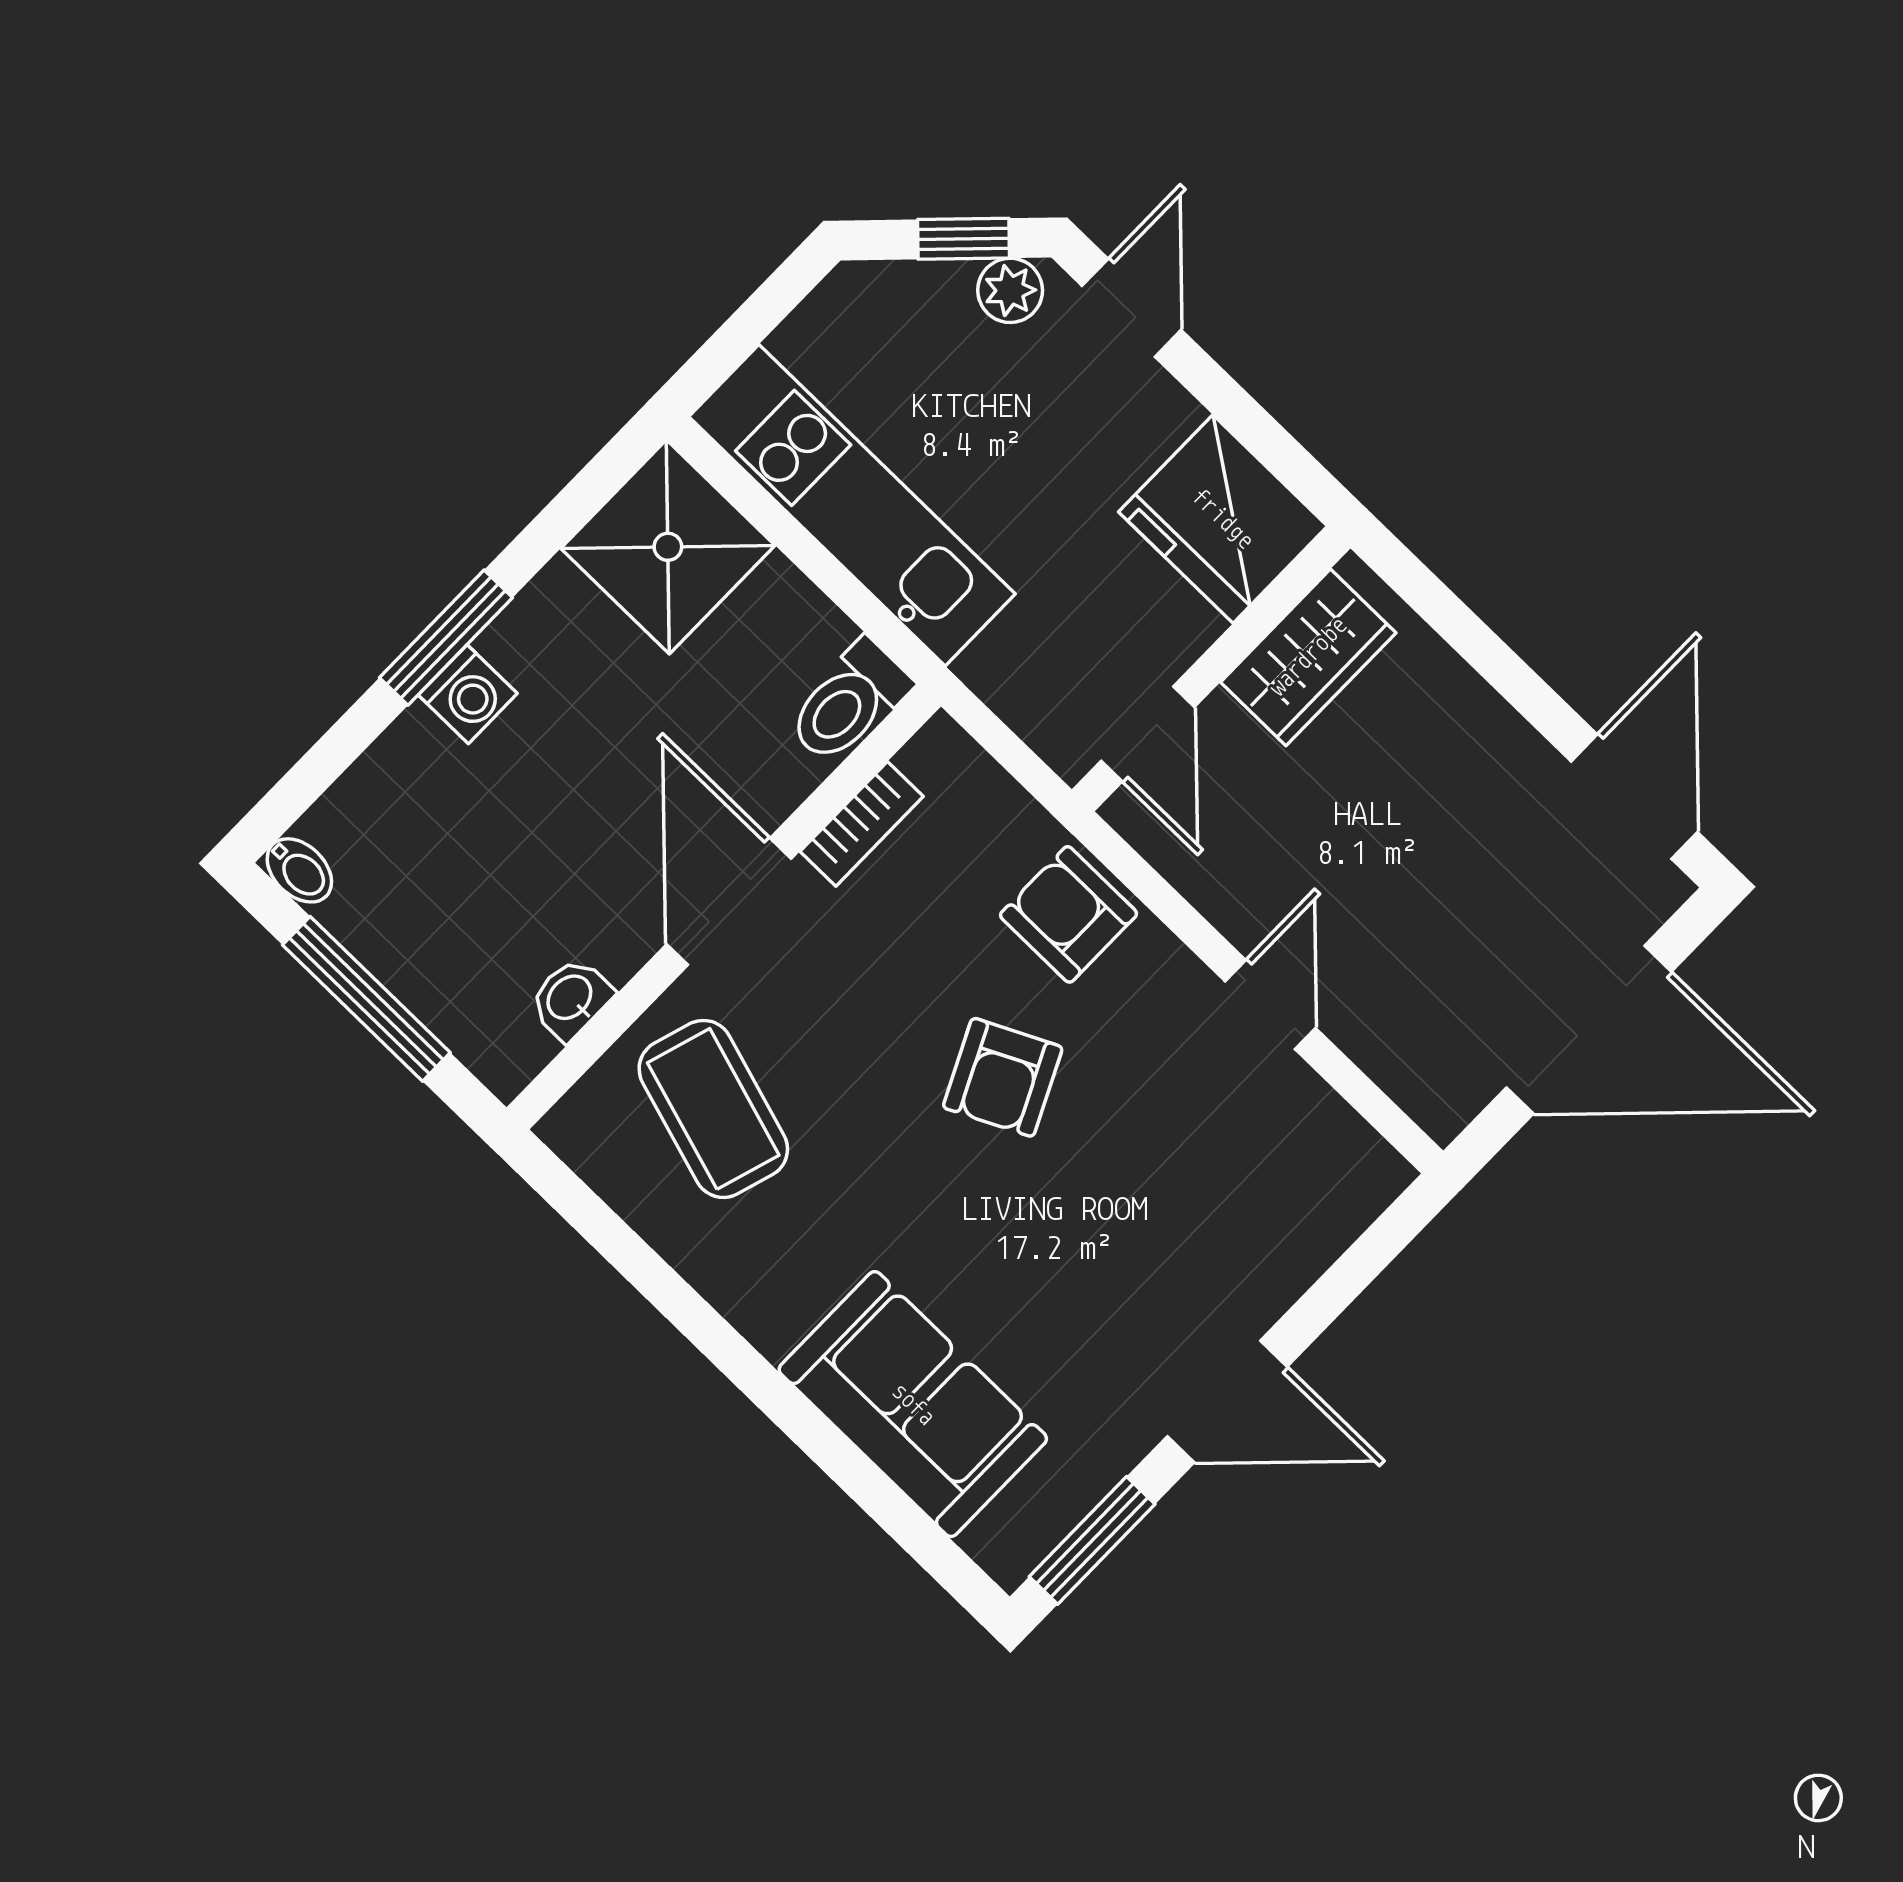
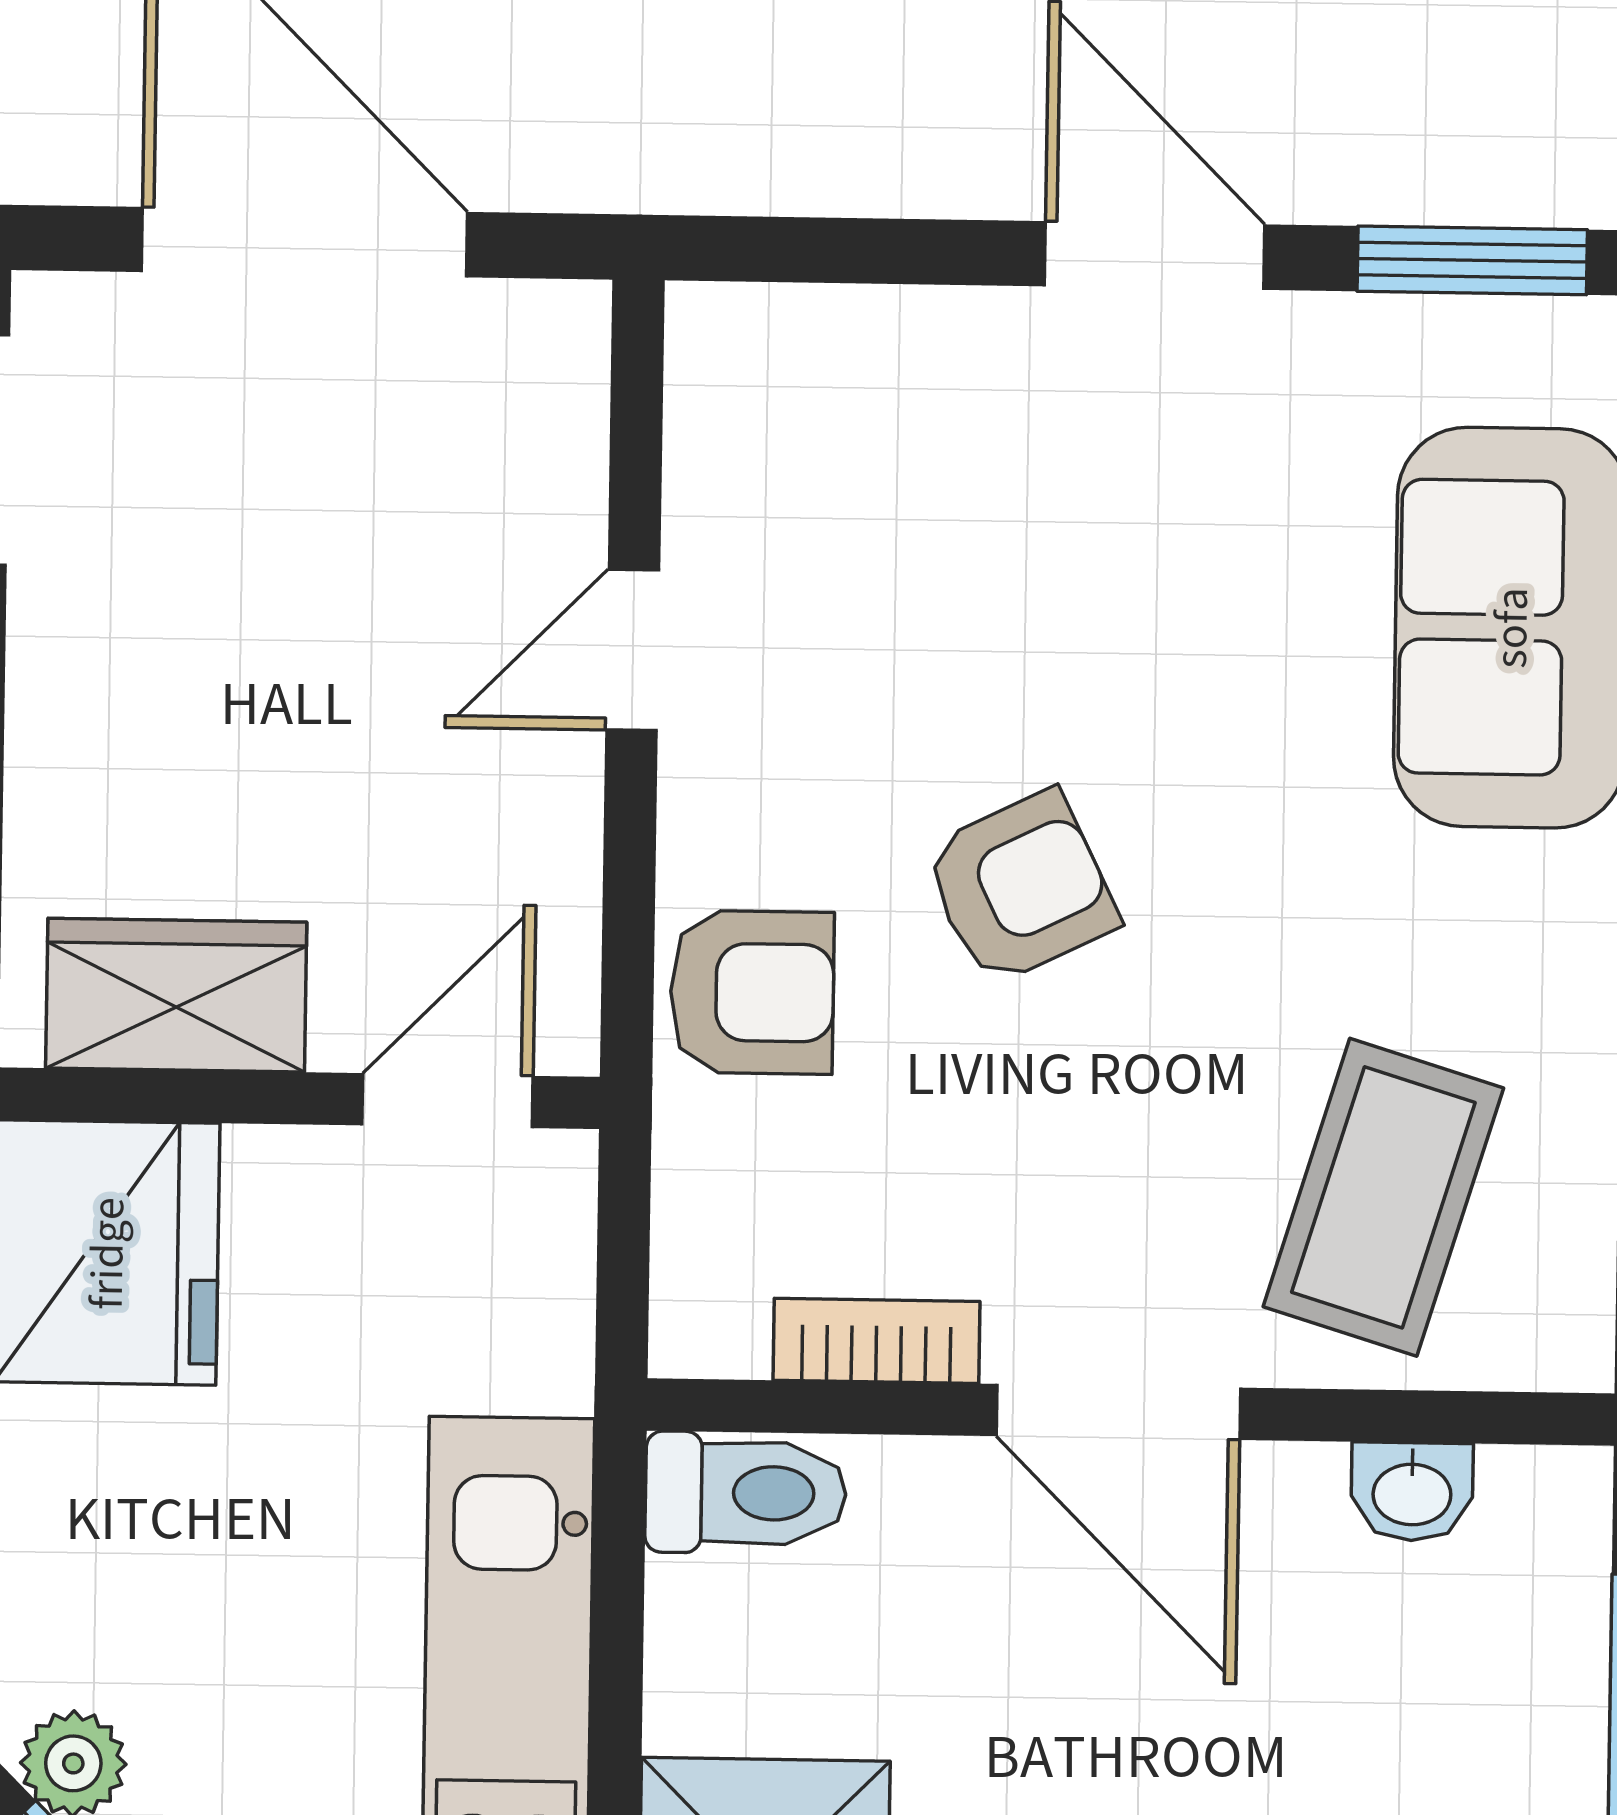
door: (729, 901) -> (1118, 1412), hinge flipped
armchair: (1068, 914) -> (752, 992), turned -90

